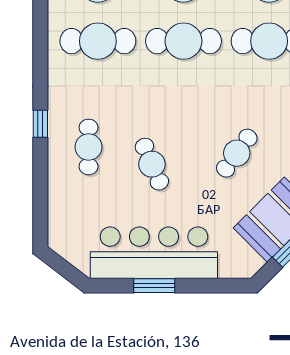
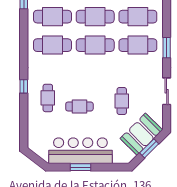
cafe table: (237, 153) -> (122, 101), turned -36
cafe table: (152, 164) -> (79, 106), turned -67

